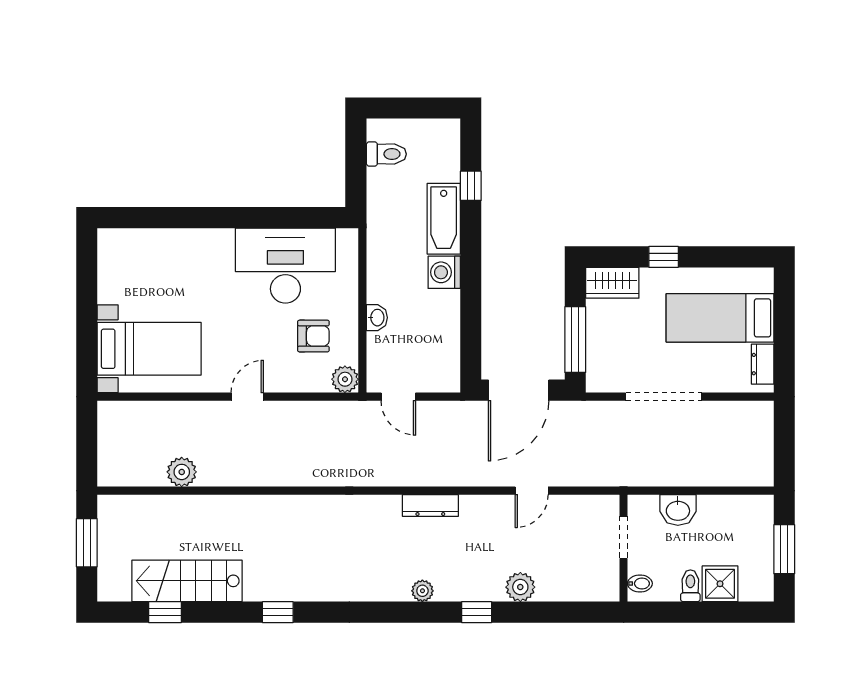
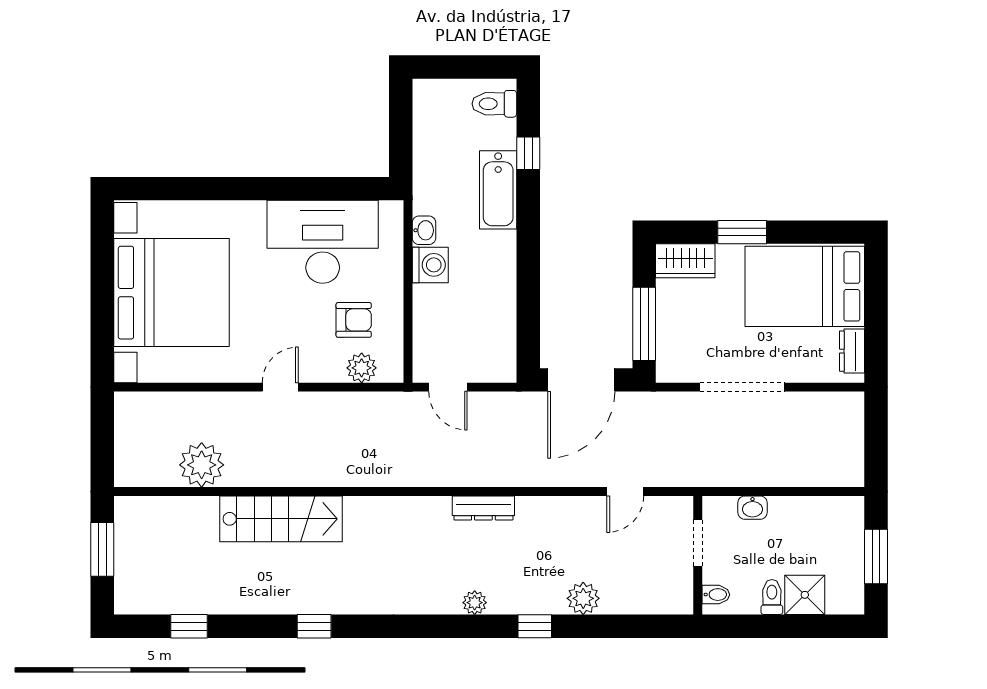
toilet: (386, 154) -> (494, 104), moved, turned 180
window: (664, 257) -> (742, 232), width x1.50
washing machine: (444, 272) -> (430, 265), moved, turned 180
washbasin: (377, 318) -> (424, 230), moved
bed: (720, 318) -> (805, 286), width x1.50
bed with nightstands: (149, 349) -> (171, 293), width x1.85
plant: (345, 379) -> (362, 368), moved
plant: (182, 472) -> (202, 465), width x1.36, depth x1.36
door: (532, 491) -> (625, 491), moved
washbasin: (678, 510) -> (752, 508), width x0.72, depth x0.69
stairs: (187, 581) -> (281, 519), moved, turned 180

